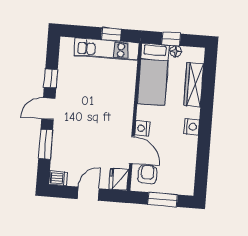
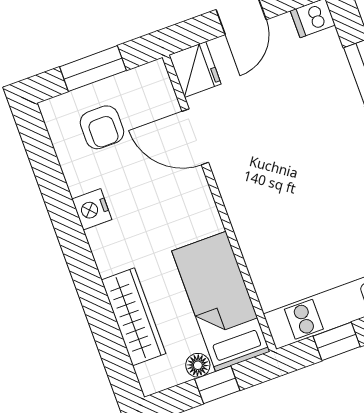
nightstand: (192, 127) -> (92, 209), moved
nightstand: (142, 128) -> (195, 187), removed
armchair: (147, 175) -> (102, 127), moved

